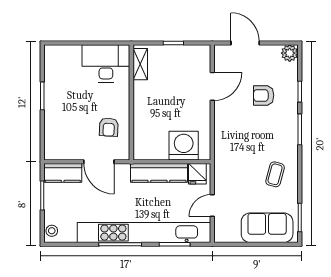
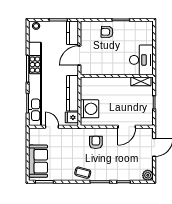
door: (212, 86) -> (127, 127), hinge flipped
armchair: (264, 95) -> (96, 142), moved
armchair: (109, 127) -> (107, 32), moved
coffee table: (275, 174) -> (83, 173), moved

